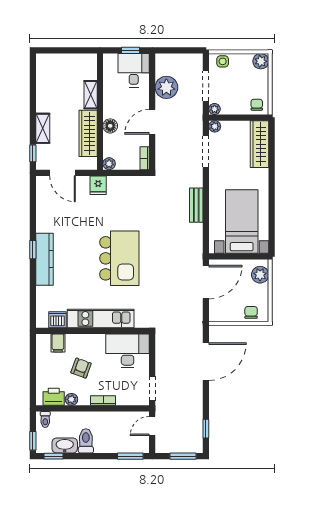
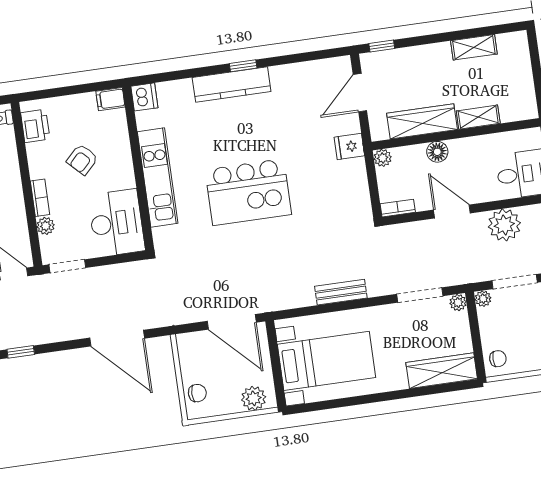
shelving: (43, 128) -> (474, 47), moved
dishwasher: (58, 320) -> (144, 97), moved
filing cabinet: (58, 343) -> (110, 99), moved
armchair: (81, 368) -> (82, 159), turned 115
plant: (71, 399) -> (46, 226), moved

